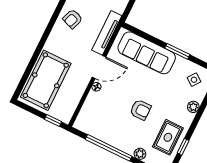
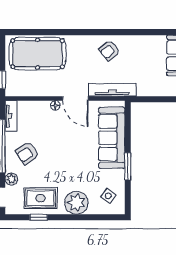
armchair: (73, 19) -> (109, 50), turned -60
plant: (193, 107) -> (76, 203), width x1.87, depth x1.87
armchair: (140, 110) -> (27, 153), moved, turned 56
tv unit: (87, 128) -> (11, 116), added

